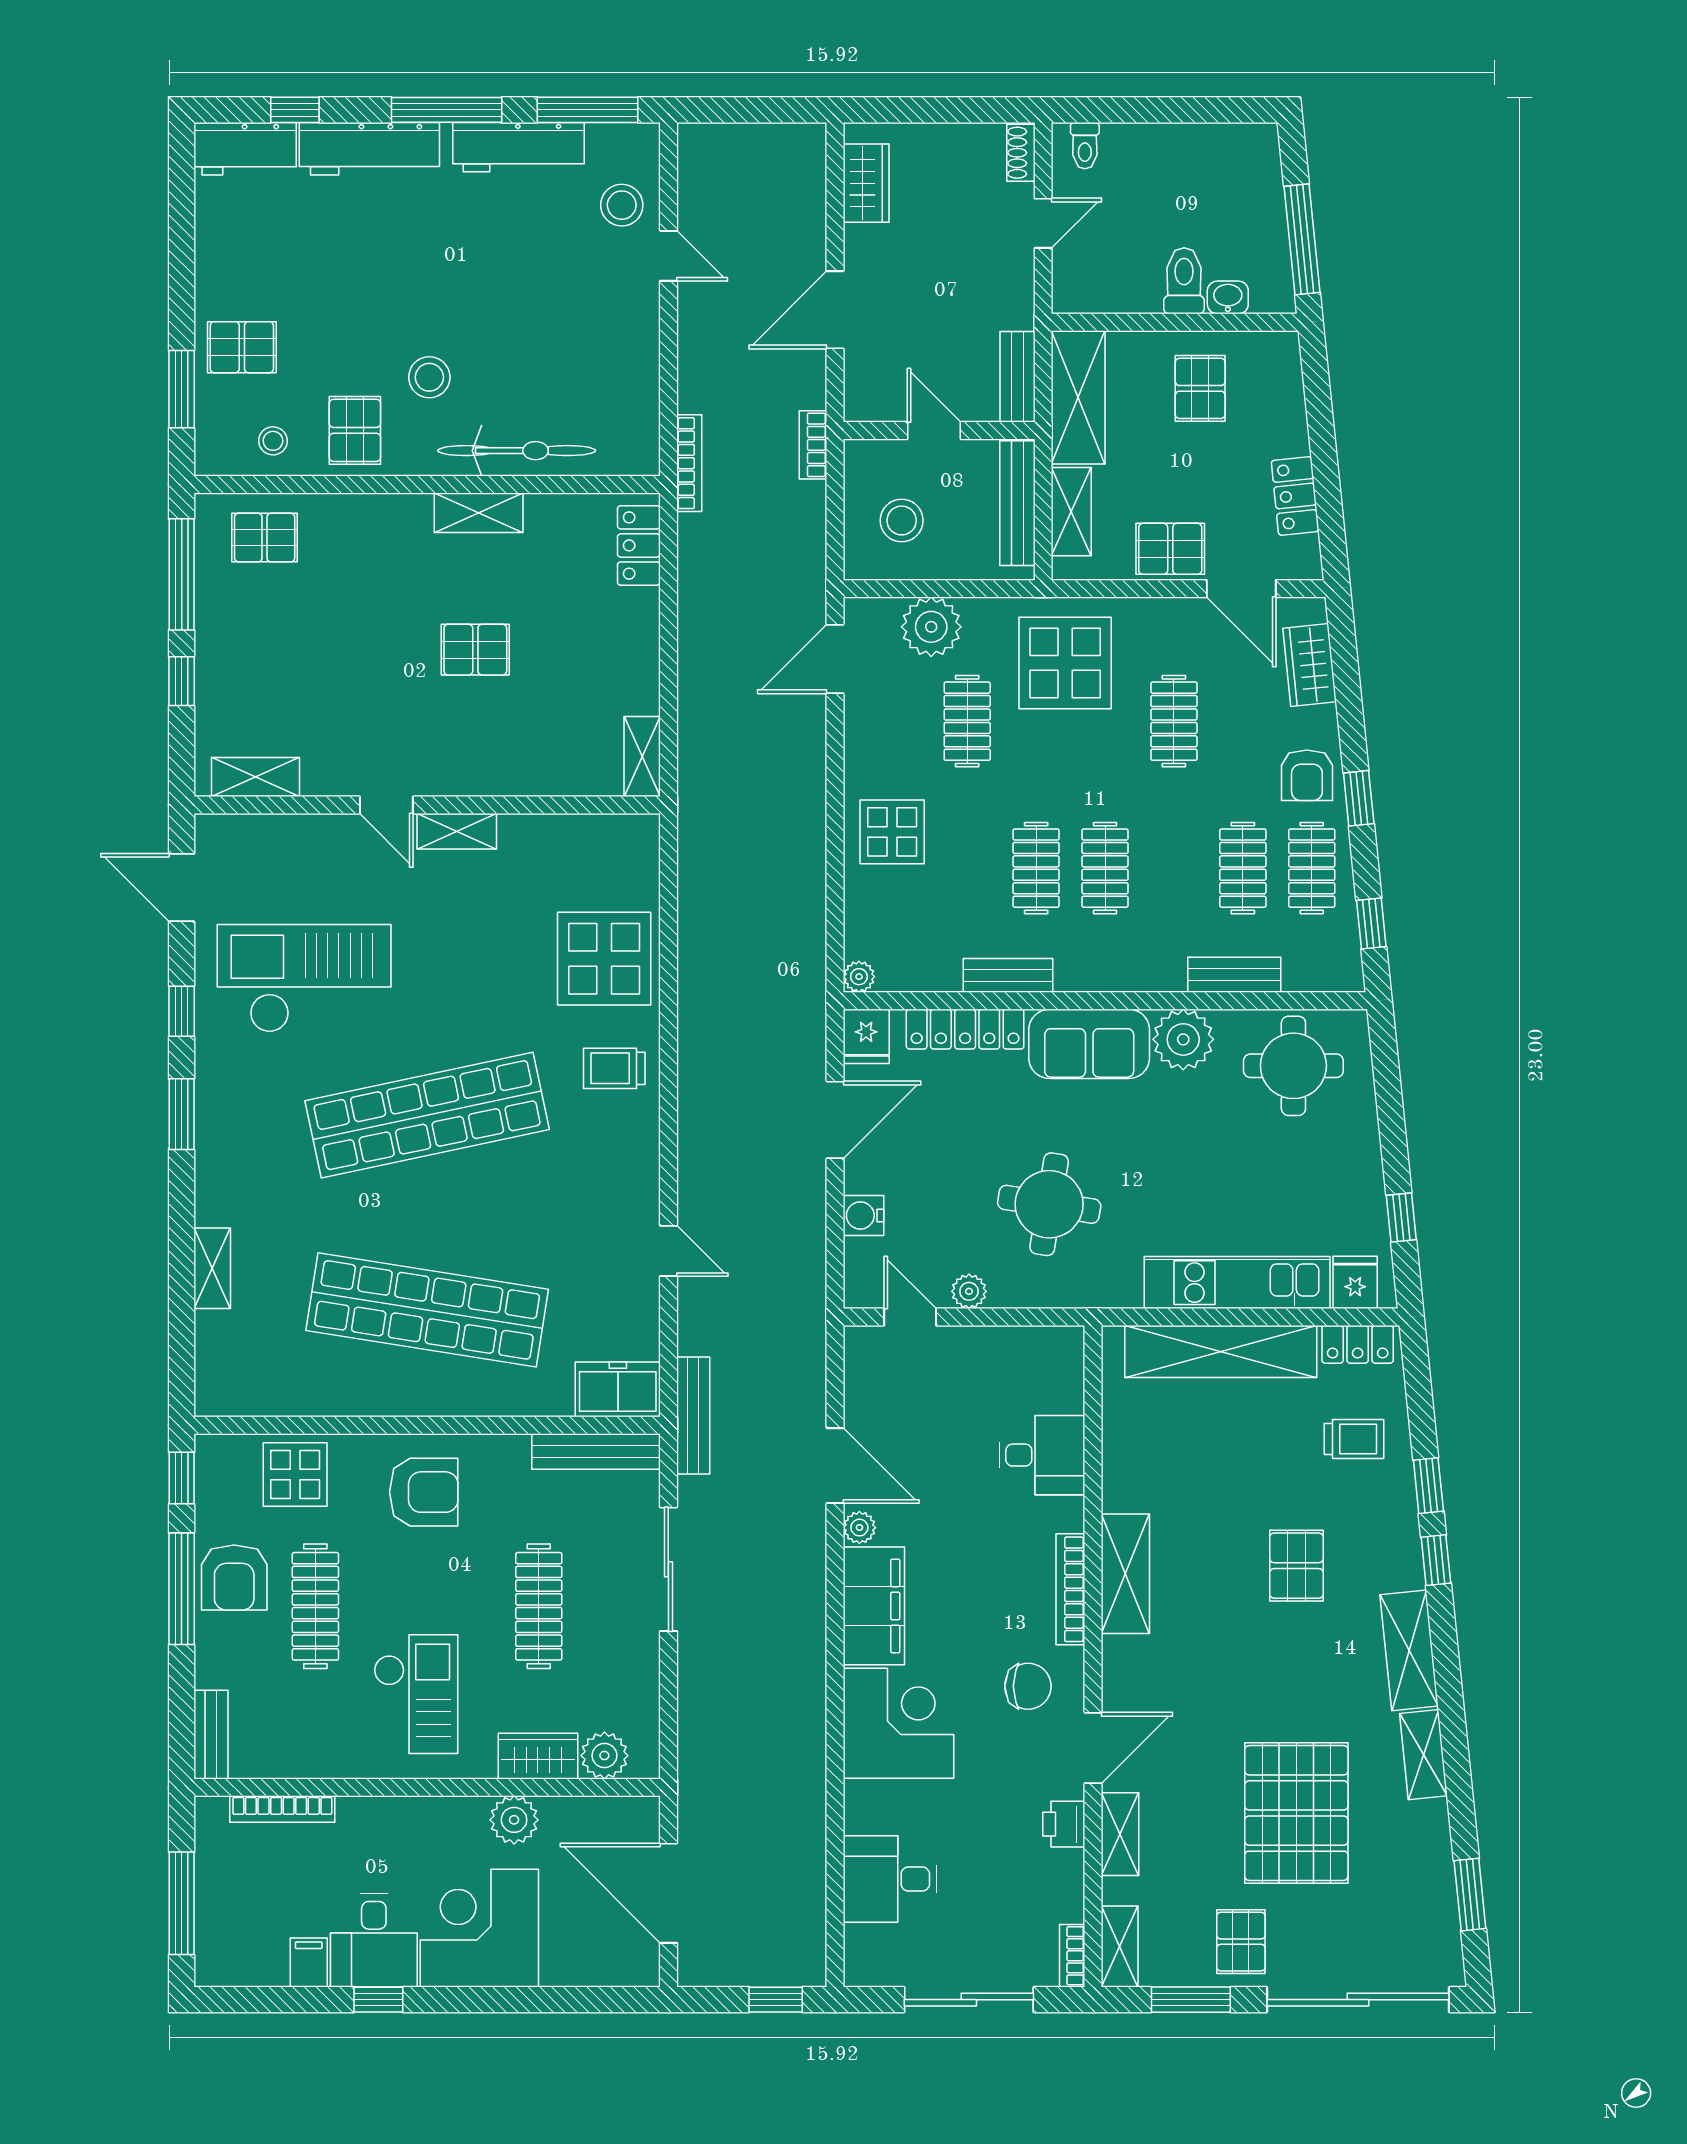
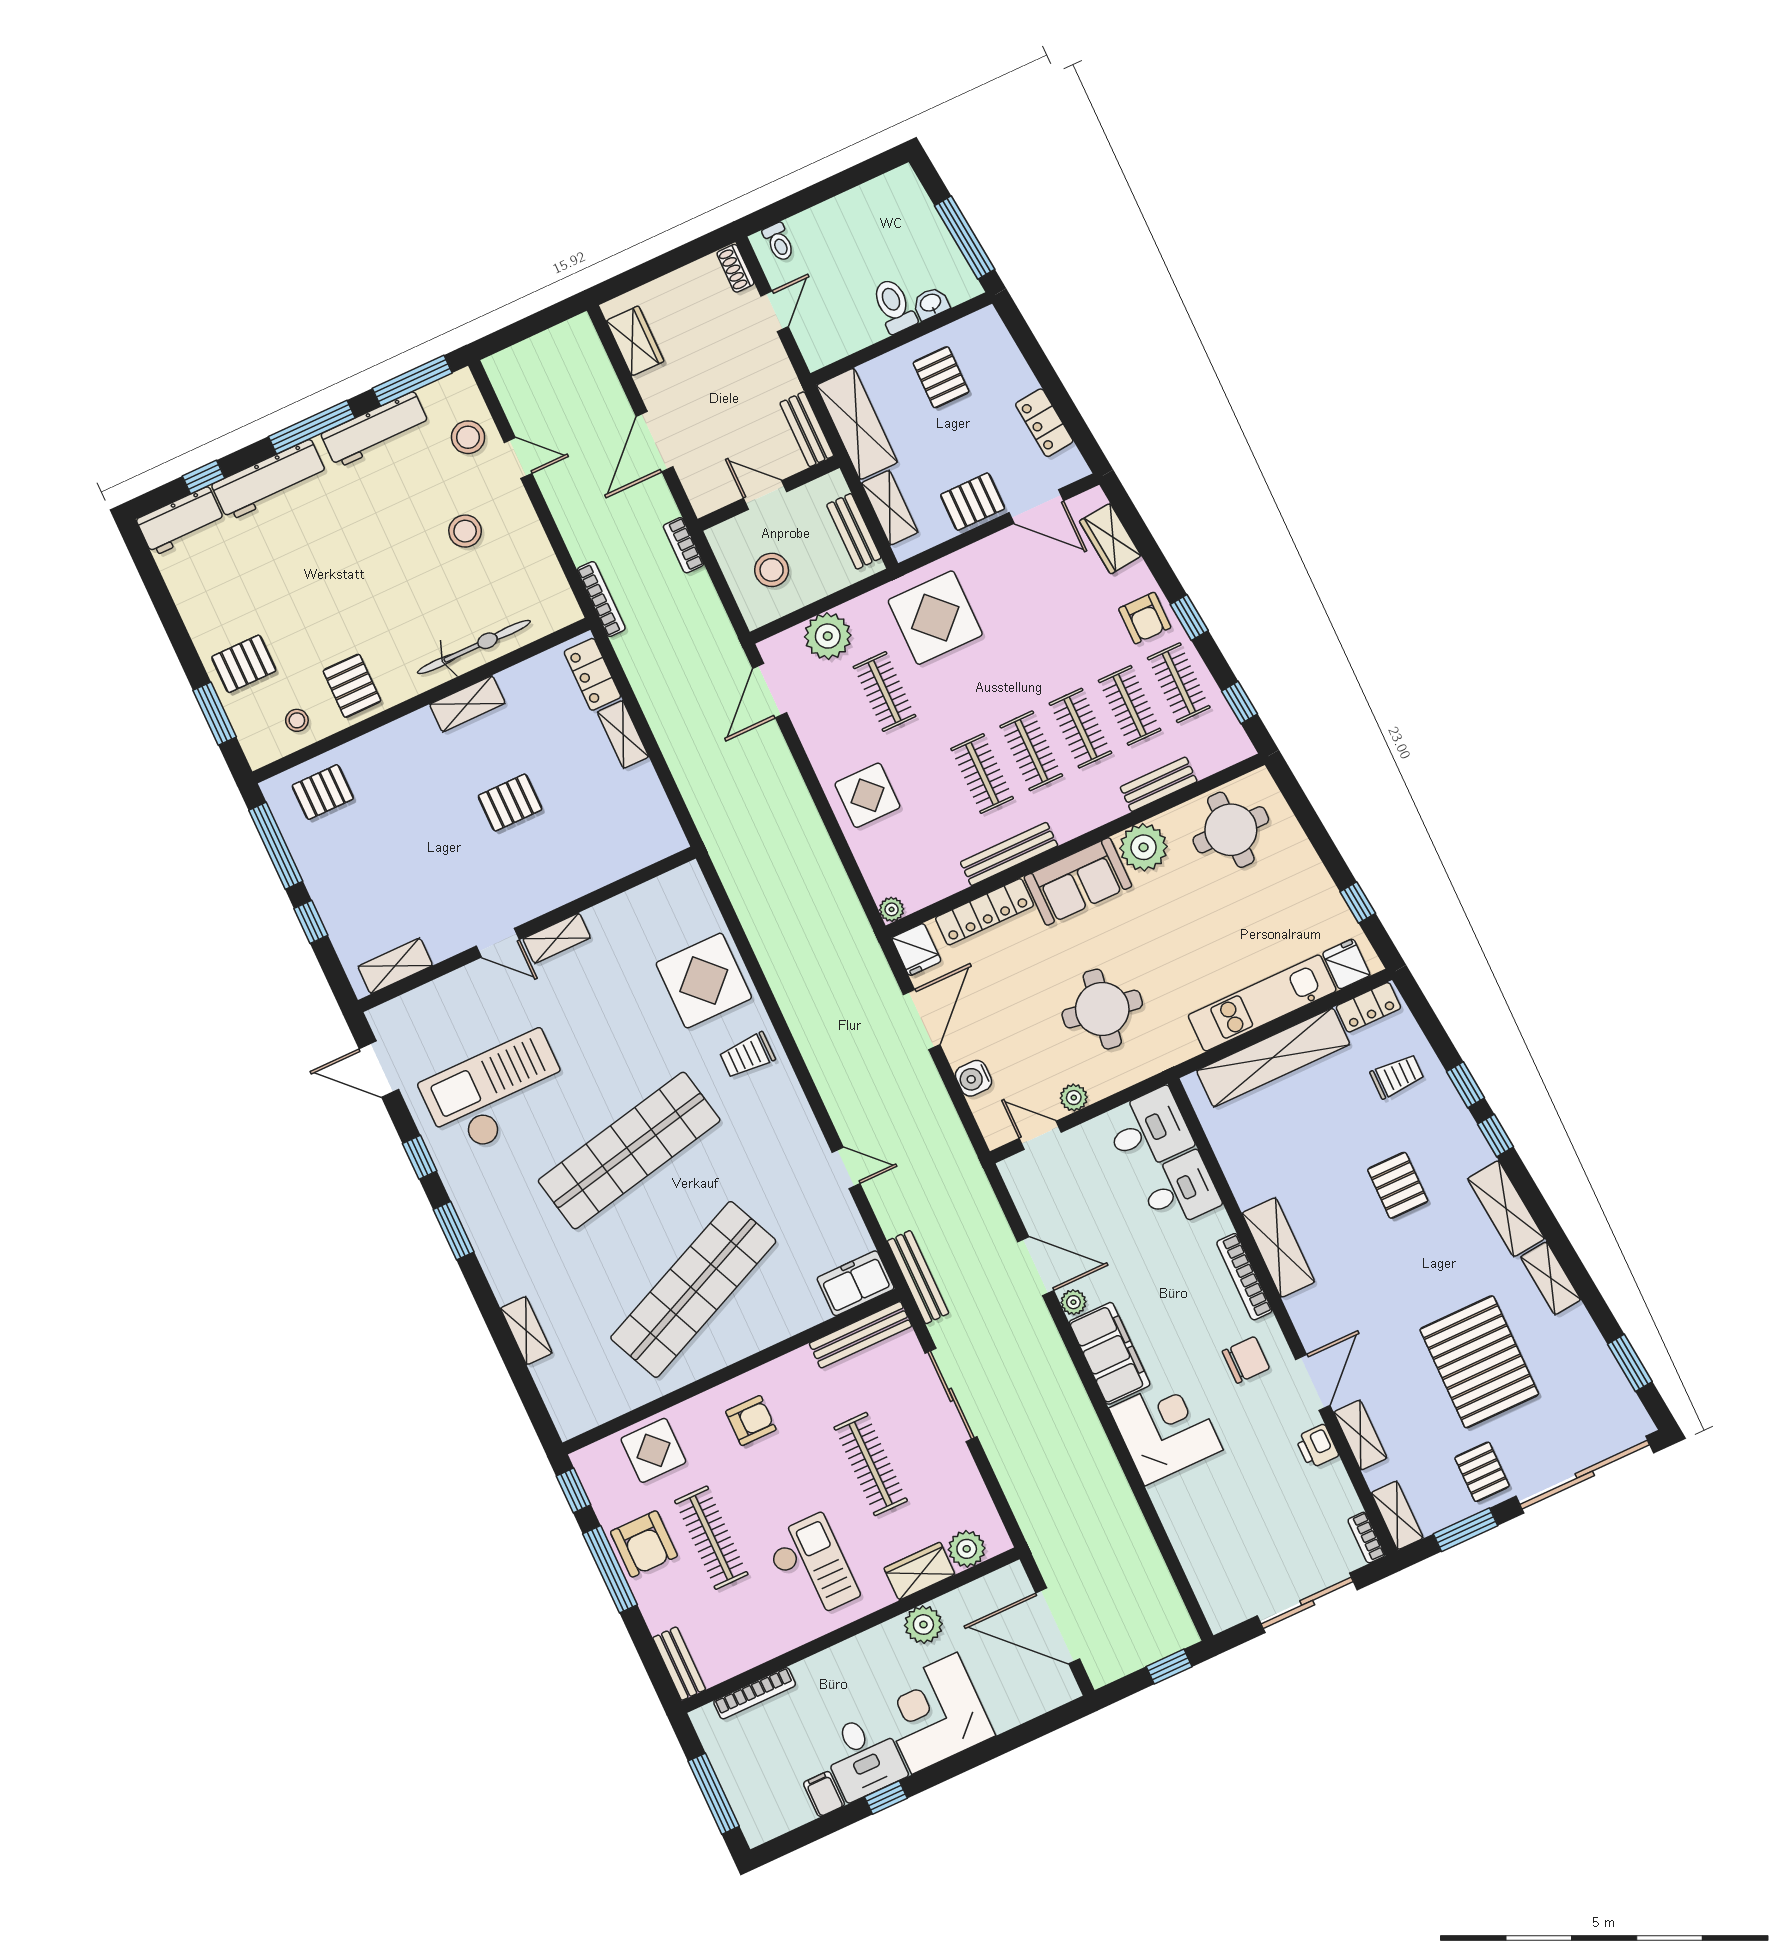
stool: (429, 377) -> (465, 531), moved
bench: (1017, 503) -> (854, 531), width x0.73
clothes rail: (1174, 721) -> (1080, 728), moved
shelving: (642, 757) -> (623, 734), moved
bench: (1008, 975) -> (1009, 854), width x1.36
shop shelf: (427, 1310) -> (693, 1289), turned -33
armchair: (424, 1492) -> (751, 1421), width x0.72, depth x0.72
desk: (890, 1879) -> (1148, 1130), moved, turned 180

